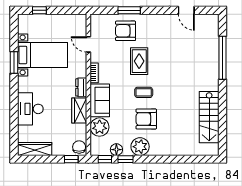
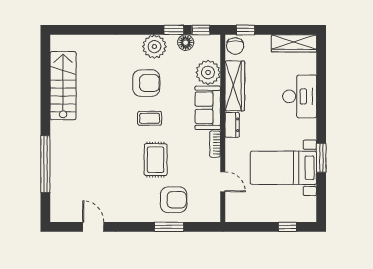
wardrobe: (79, 111) -> (235, 86), width x1.50

